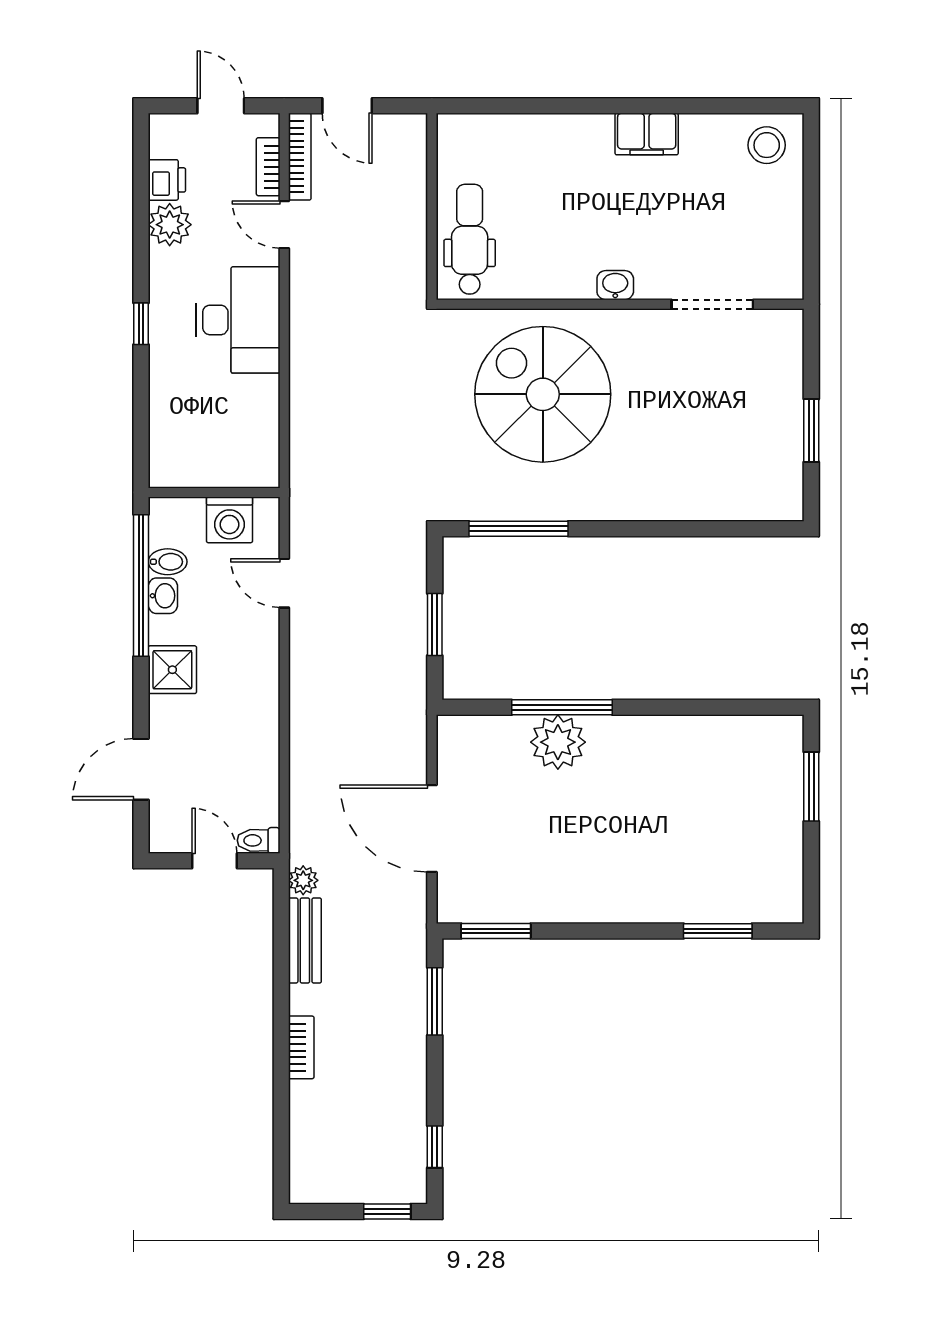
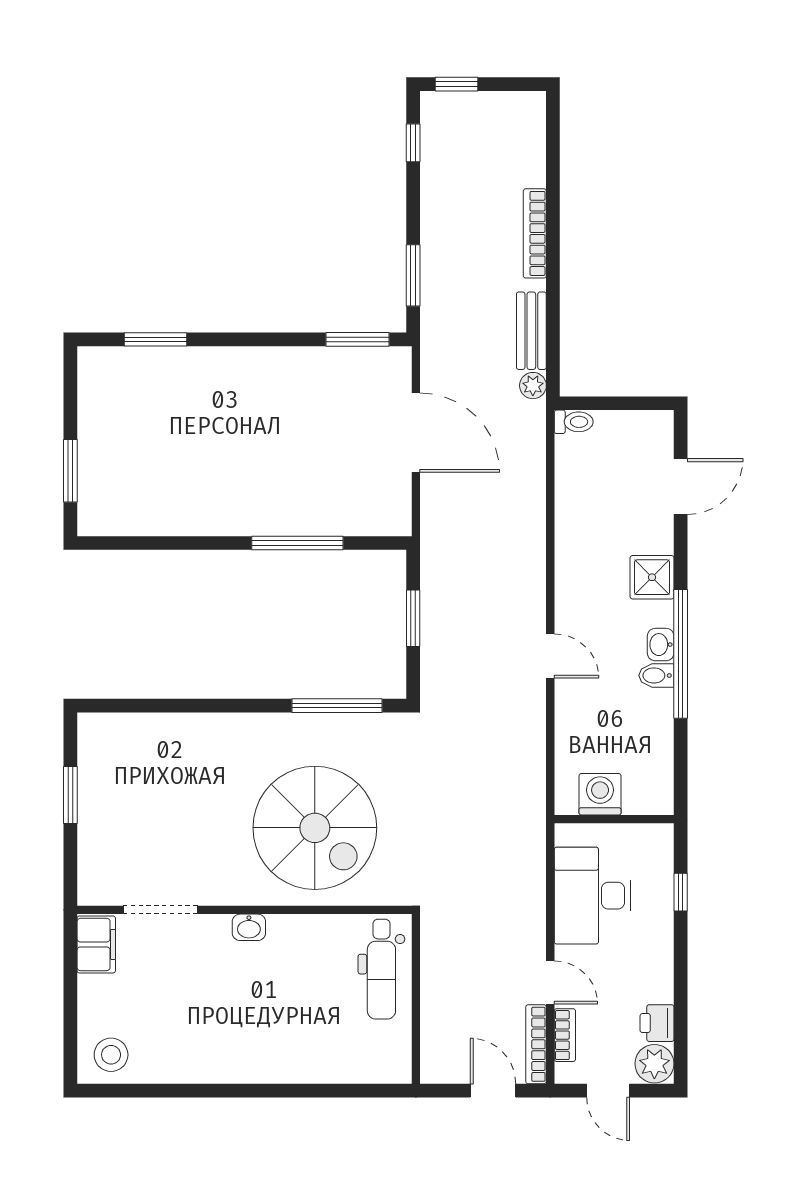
filing cabinet: (647, 134) -> (96, 944), moved, turned 90
plant: (170, 225) -> (654, 1064), moved
wall: (214, 492) -> (614, 819), moved
washing machine: (229, 520) -> (600, 794), moved
plant: (558, 742) -> (301, 511), removed
door: (215, 861) -> (614, 403), removed
bookcase: (301, 1047) -> (535, 233), width x1.56

